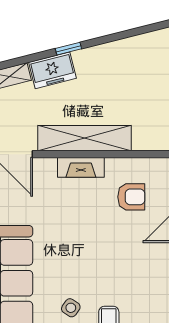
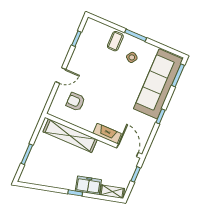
shelving: (84, 138) -> (70, 136), moved
fireplace: (81, 167) -> (107, 133), moved

